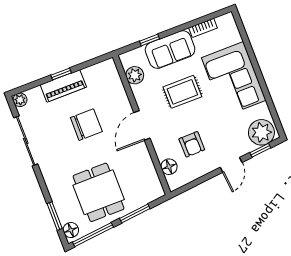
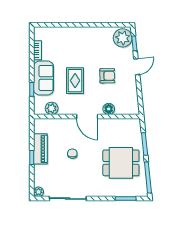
corner sofa: (234, 79) -> (80, 43), removed
piano: (63, 86) -> (40, 149), moved
chair: (86, 125) -> (72, 154), width x0.54, depth x0.54
armchair: (192, 144) -> (107, 76), moved
door: (231, 165) -> (137, 67), hinge flipped
floor lamp: (169, 167) -> (109, 109), moved
floor lamp: (71, 230) -> (139, 191), removed

